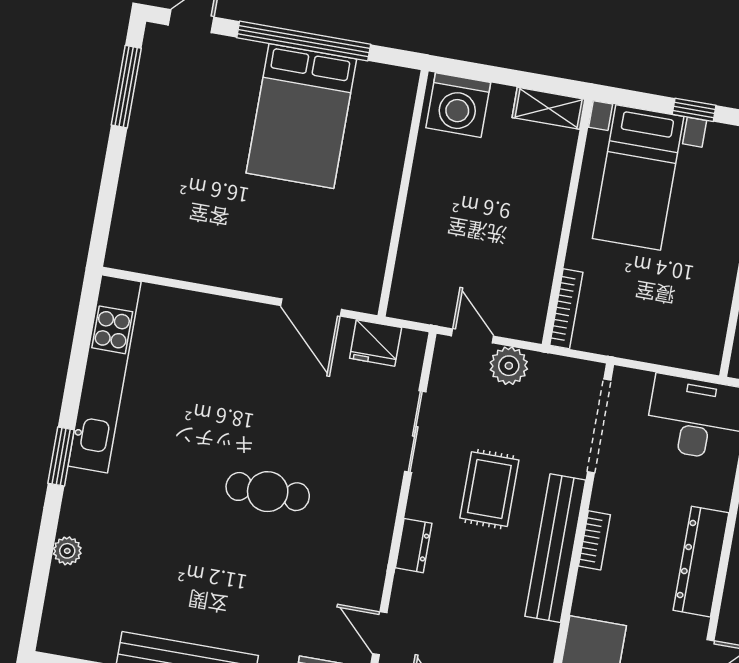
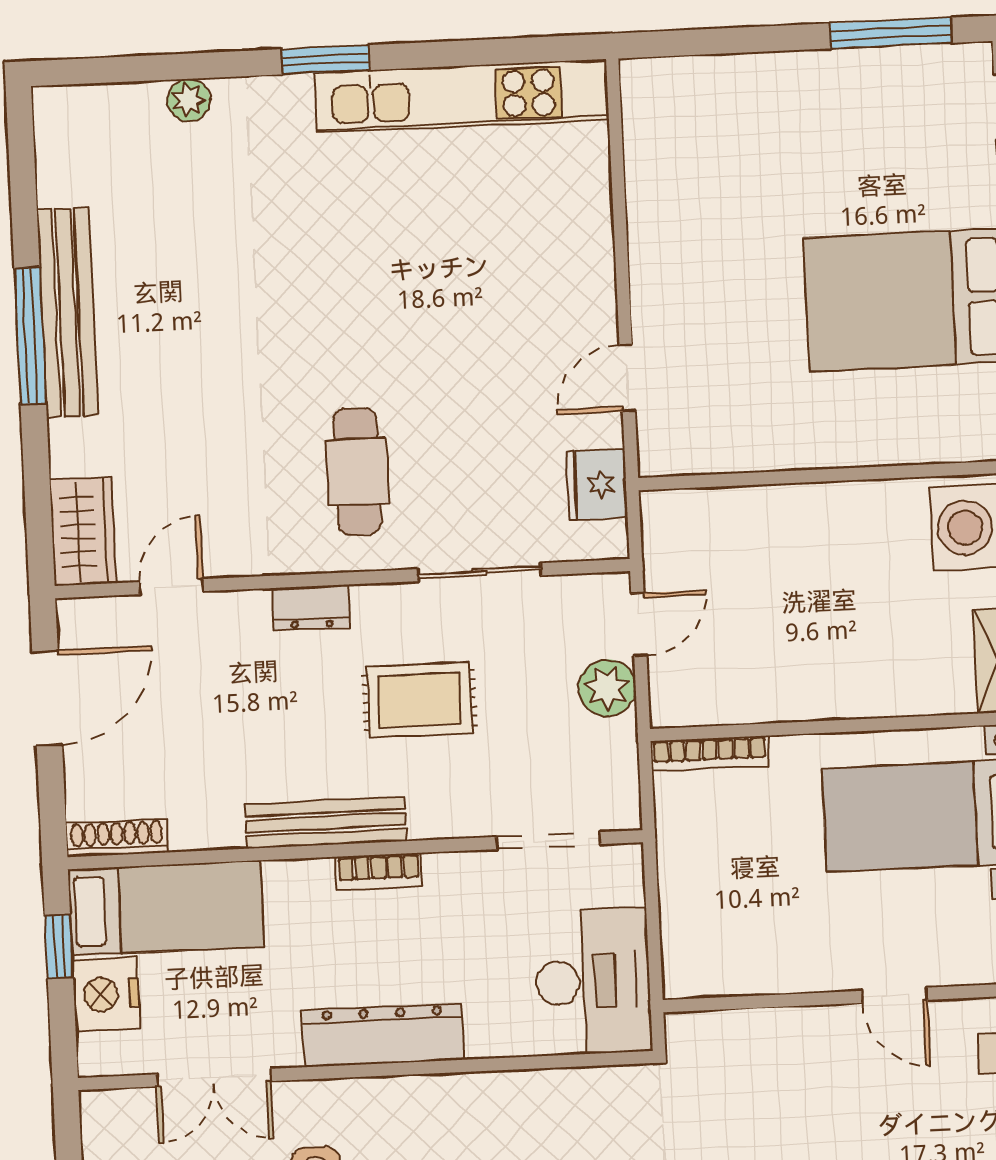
door: (311, 307) -> (627, 378), width x0.73
doorway: (599, 426) -> (548, 841), width x0.73
cafe table: (268, 492) -> (357, 471), moved
bench: (555, 548) -> (325, 823), width x0.73, depth x0.82

